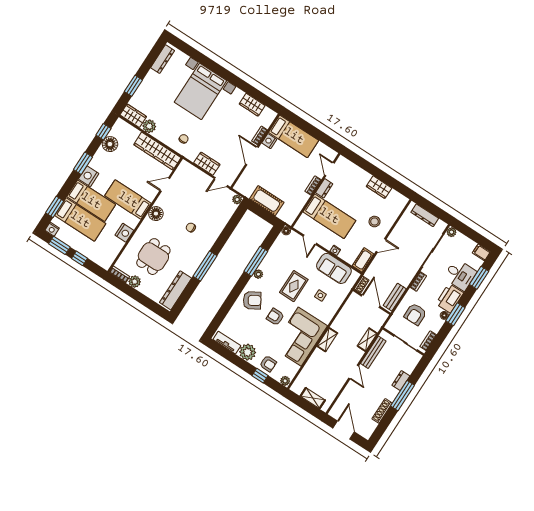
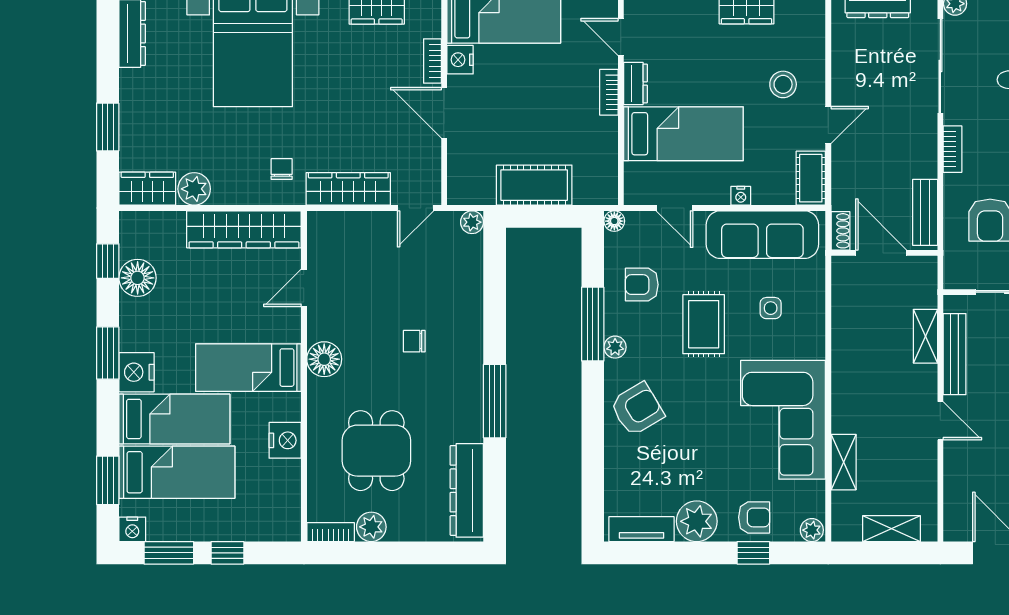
wardrobe: (207, 164) -> (348, 189), width x1.50
sofa: (334, 268) -> (762, 235), width x1.36
armchair: (275, 317) -> (642, 285), moved
shelving: (327, 340) -> (844, 462), moved

